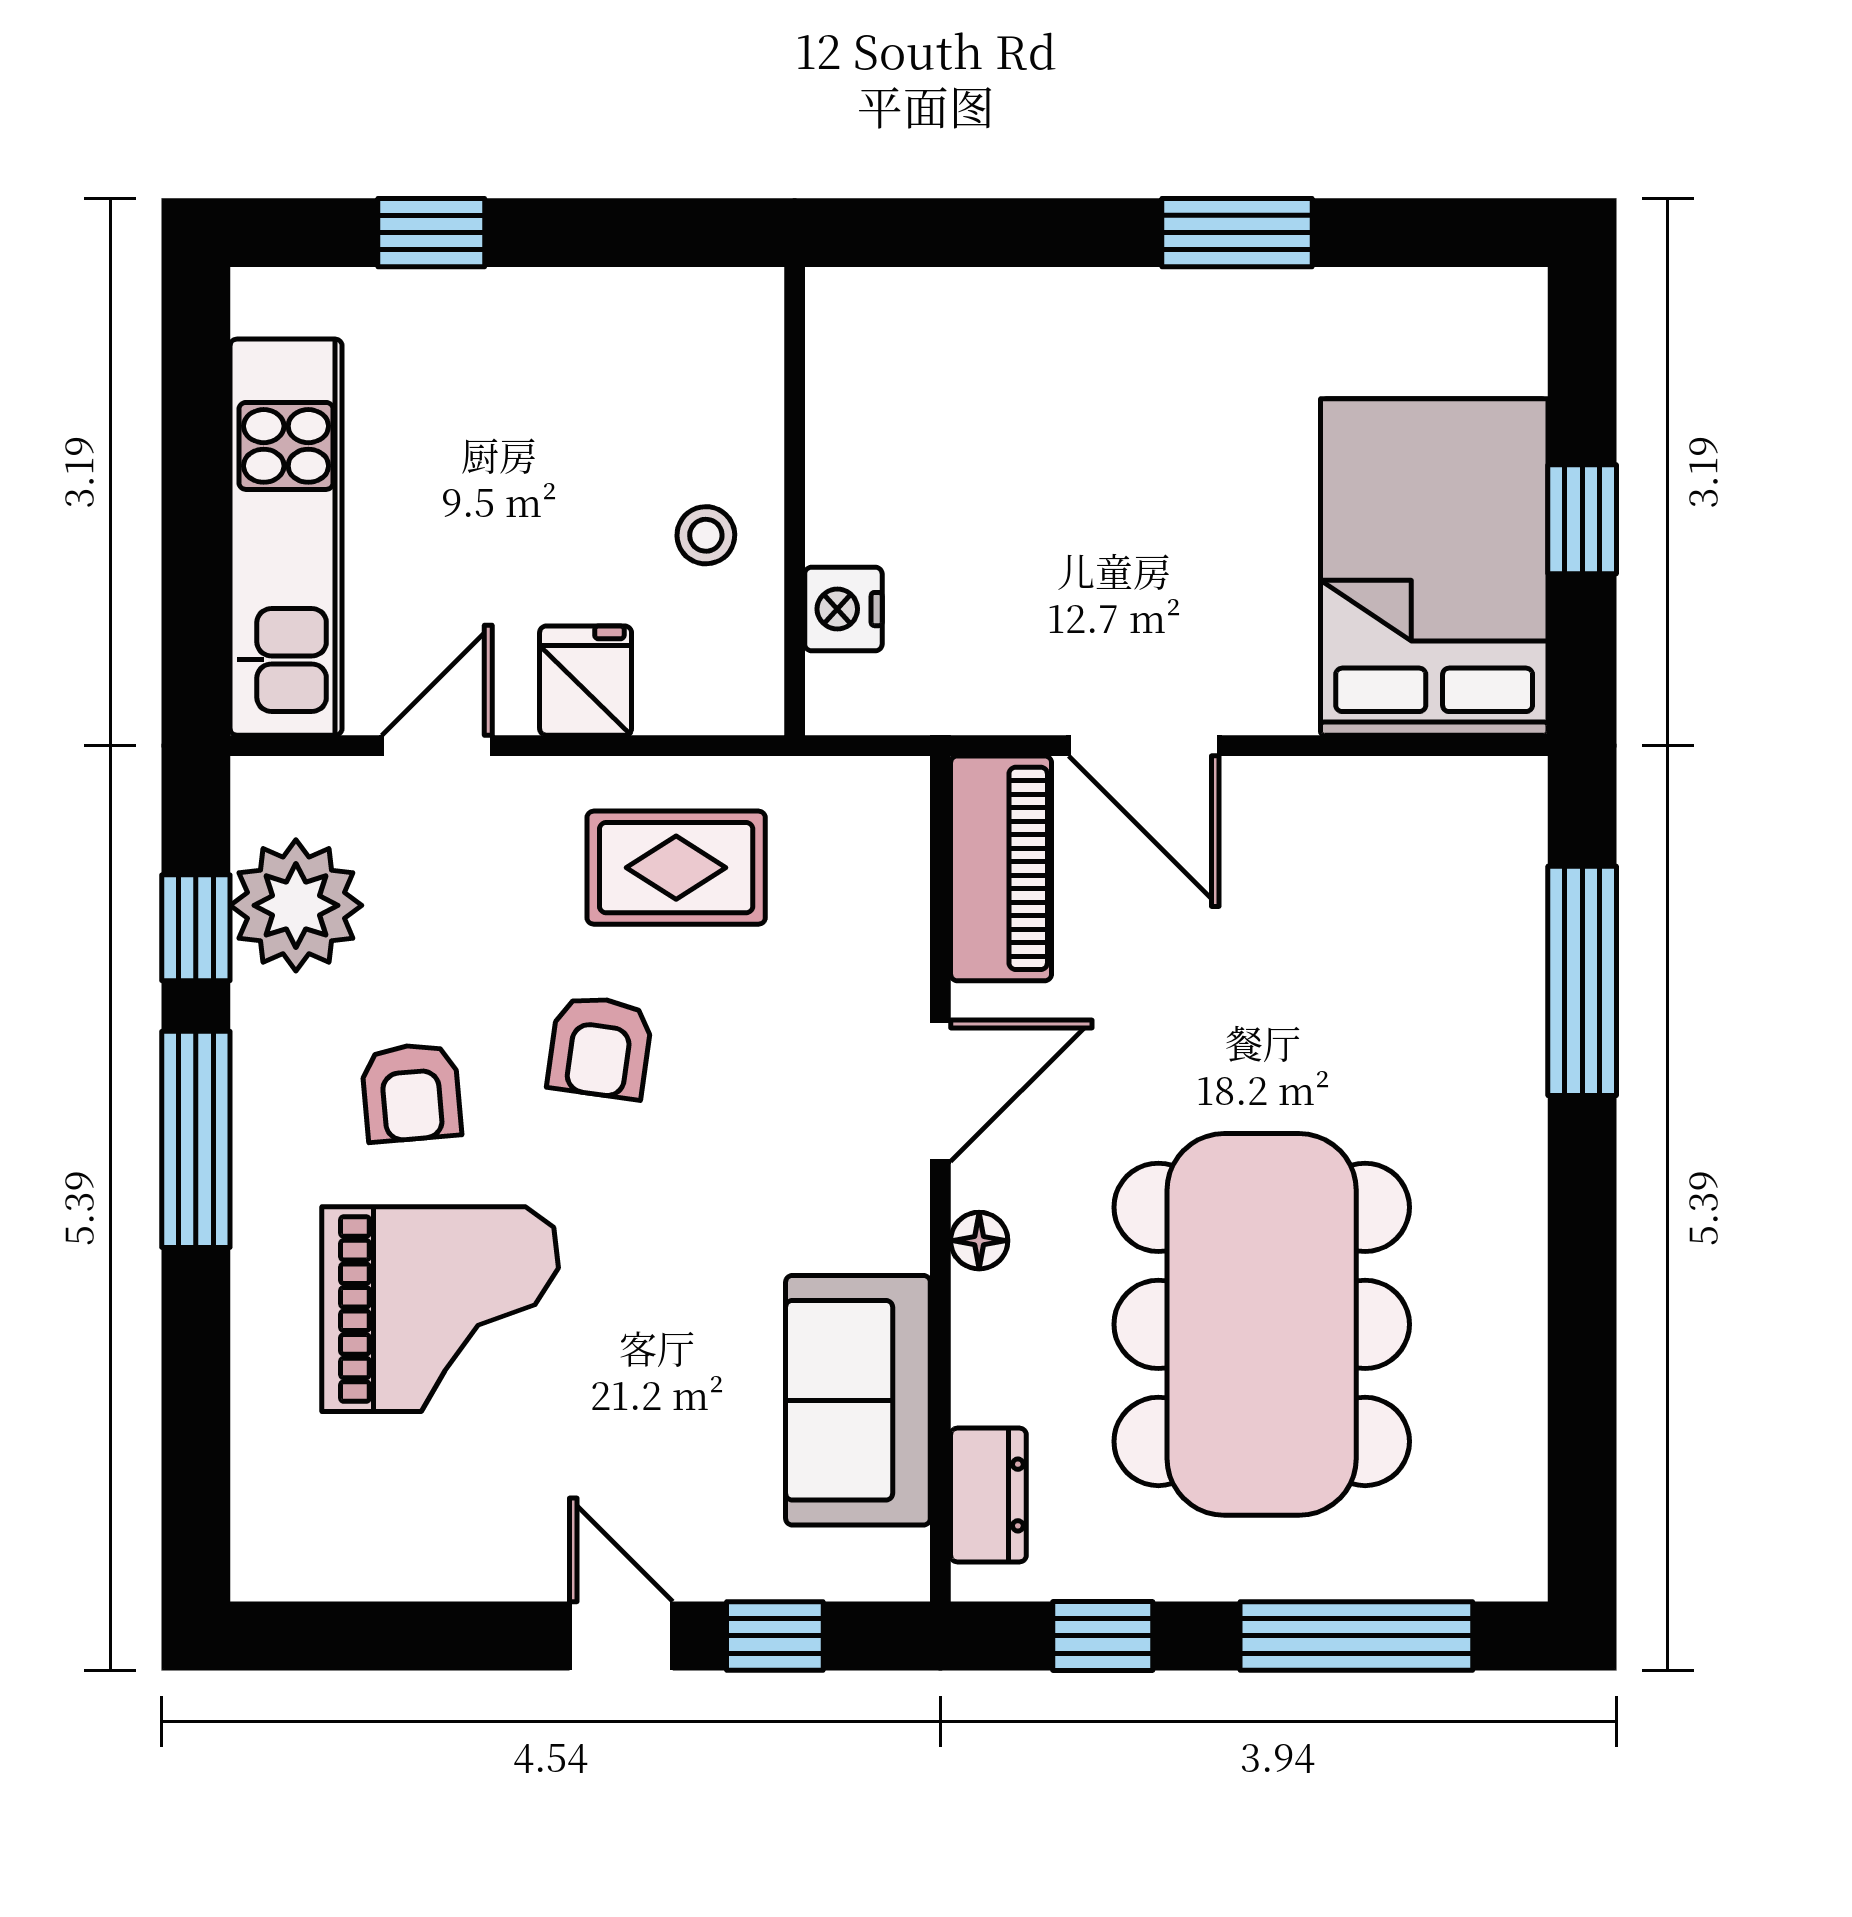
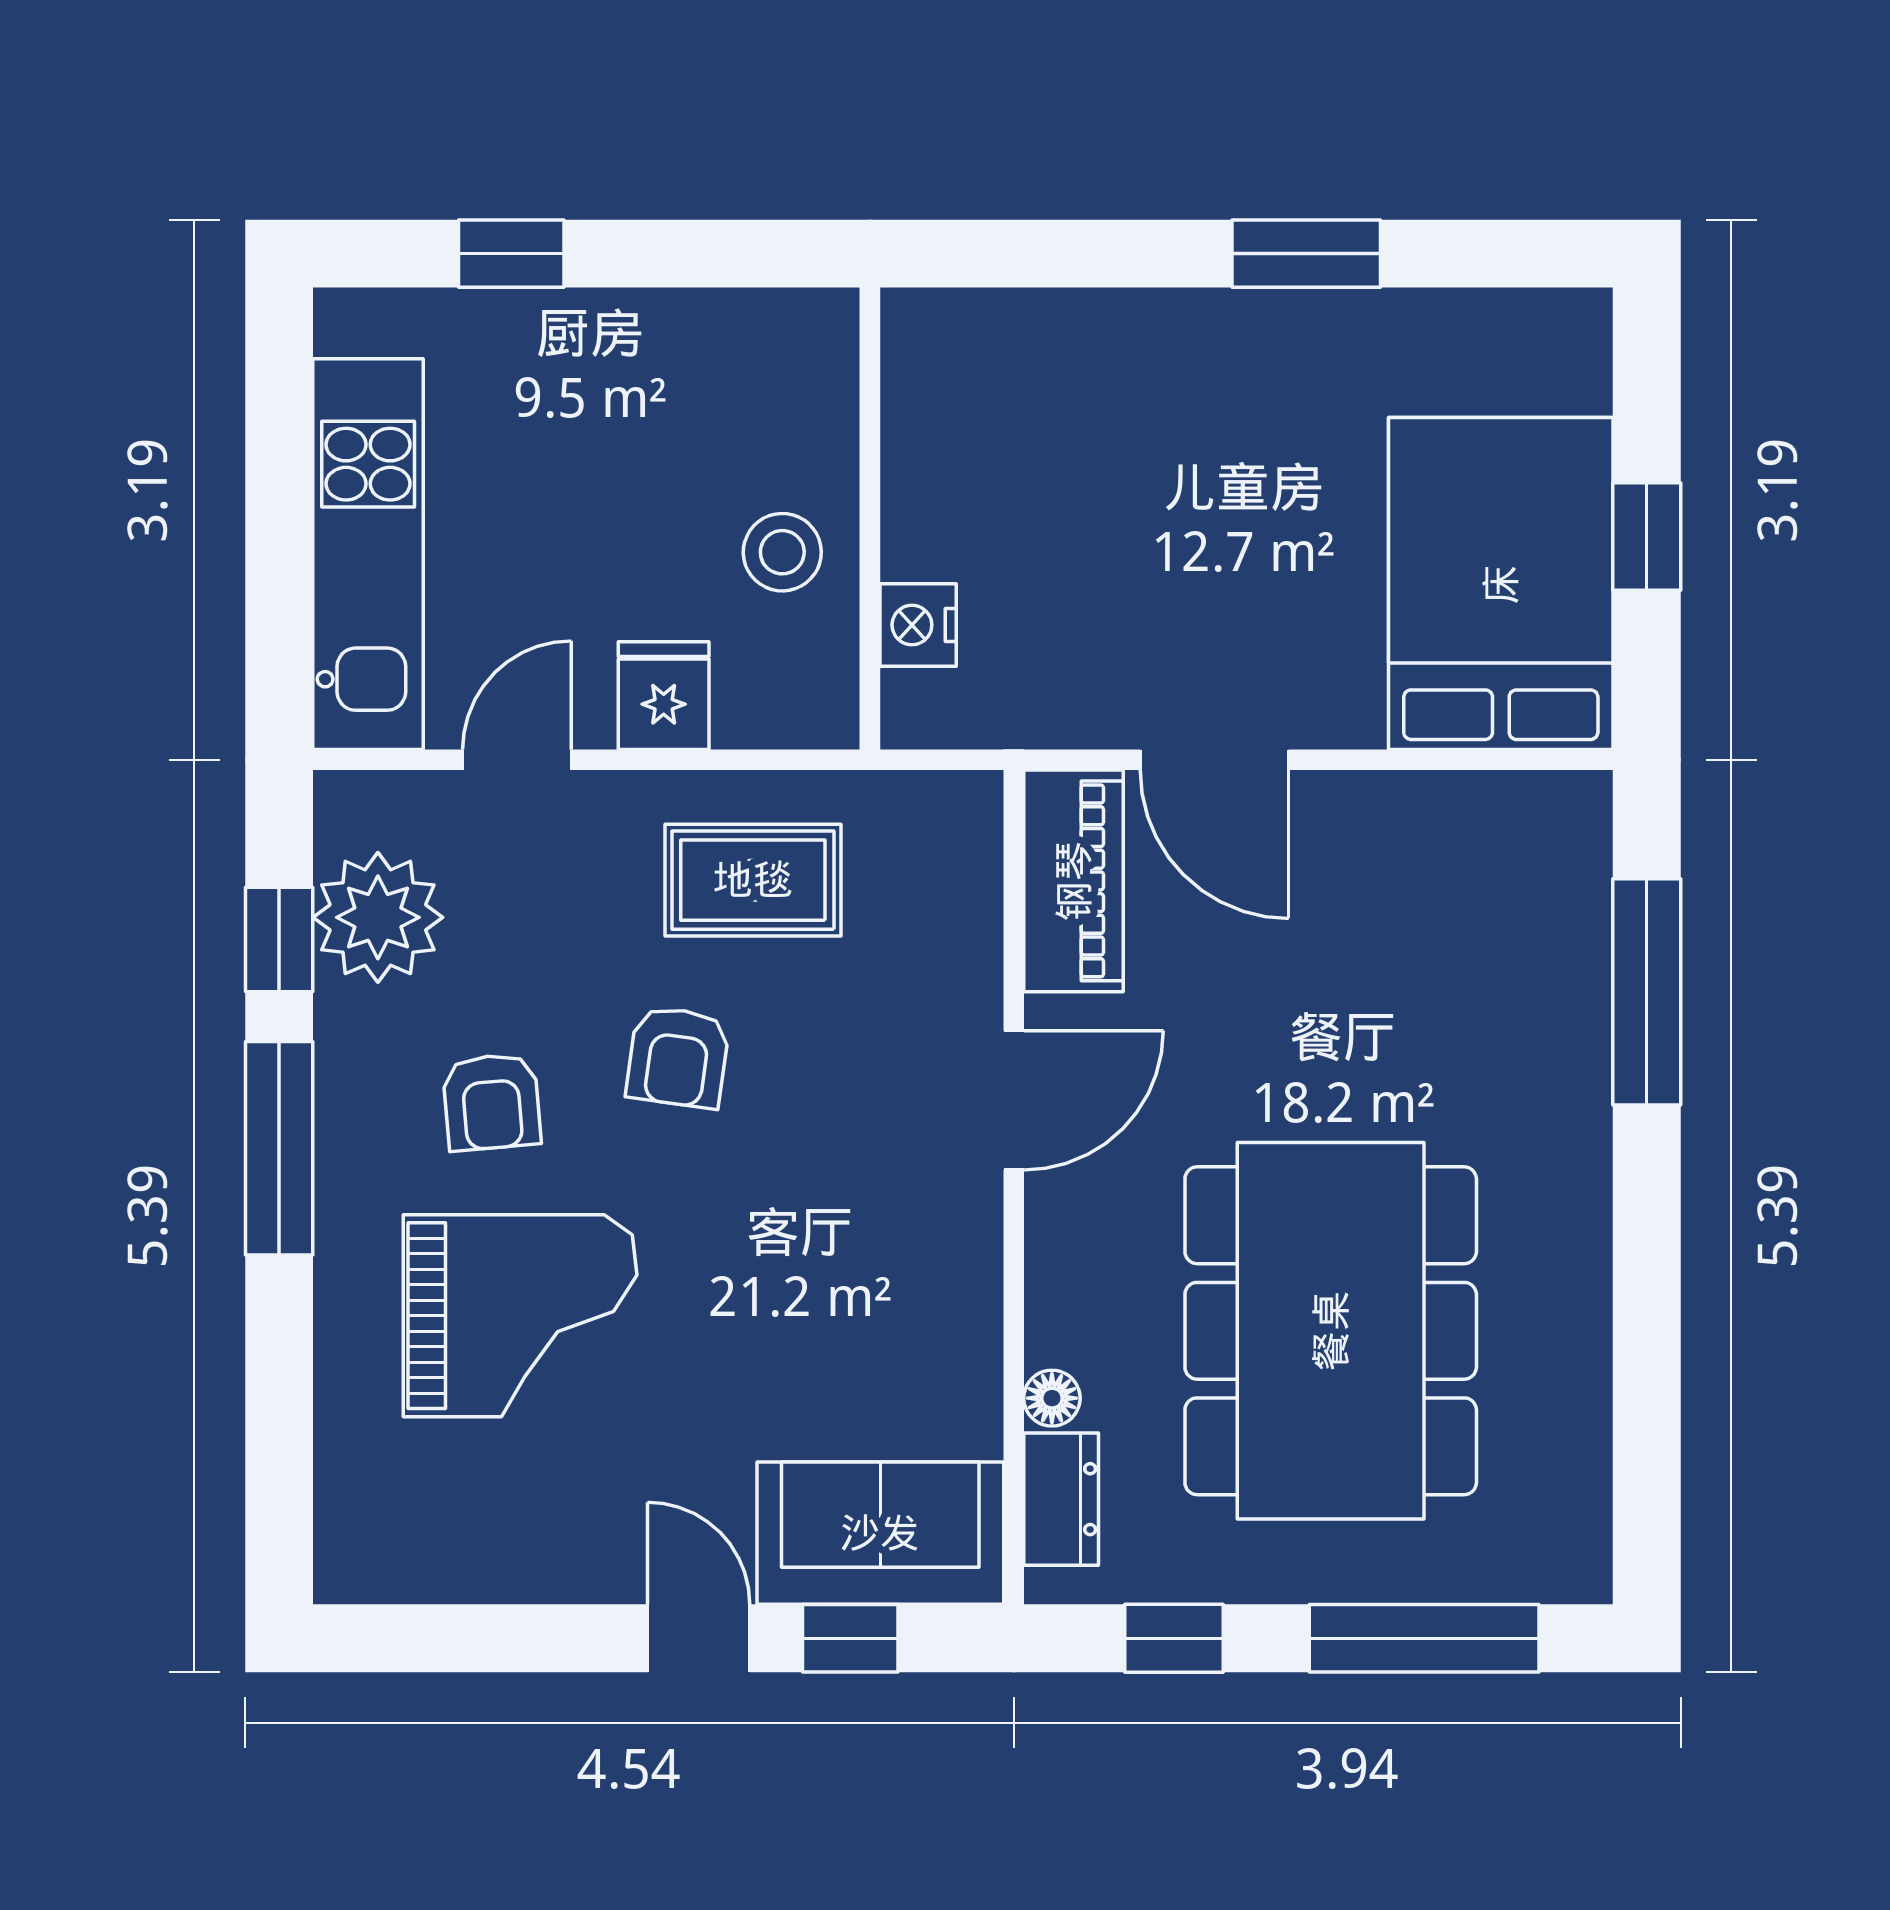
stool: (706, 535) -> (782, 552), width x1.37, depth x1.37
floor lamp: (979, 1241) -> (1052, 1398), moved
sofa: (858, 1400) -> (880, 1533), moved, turned 90

